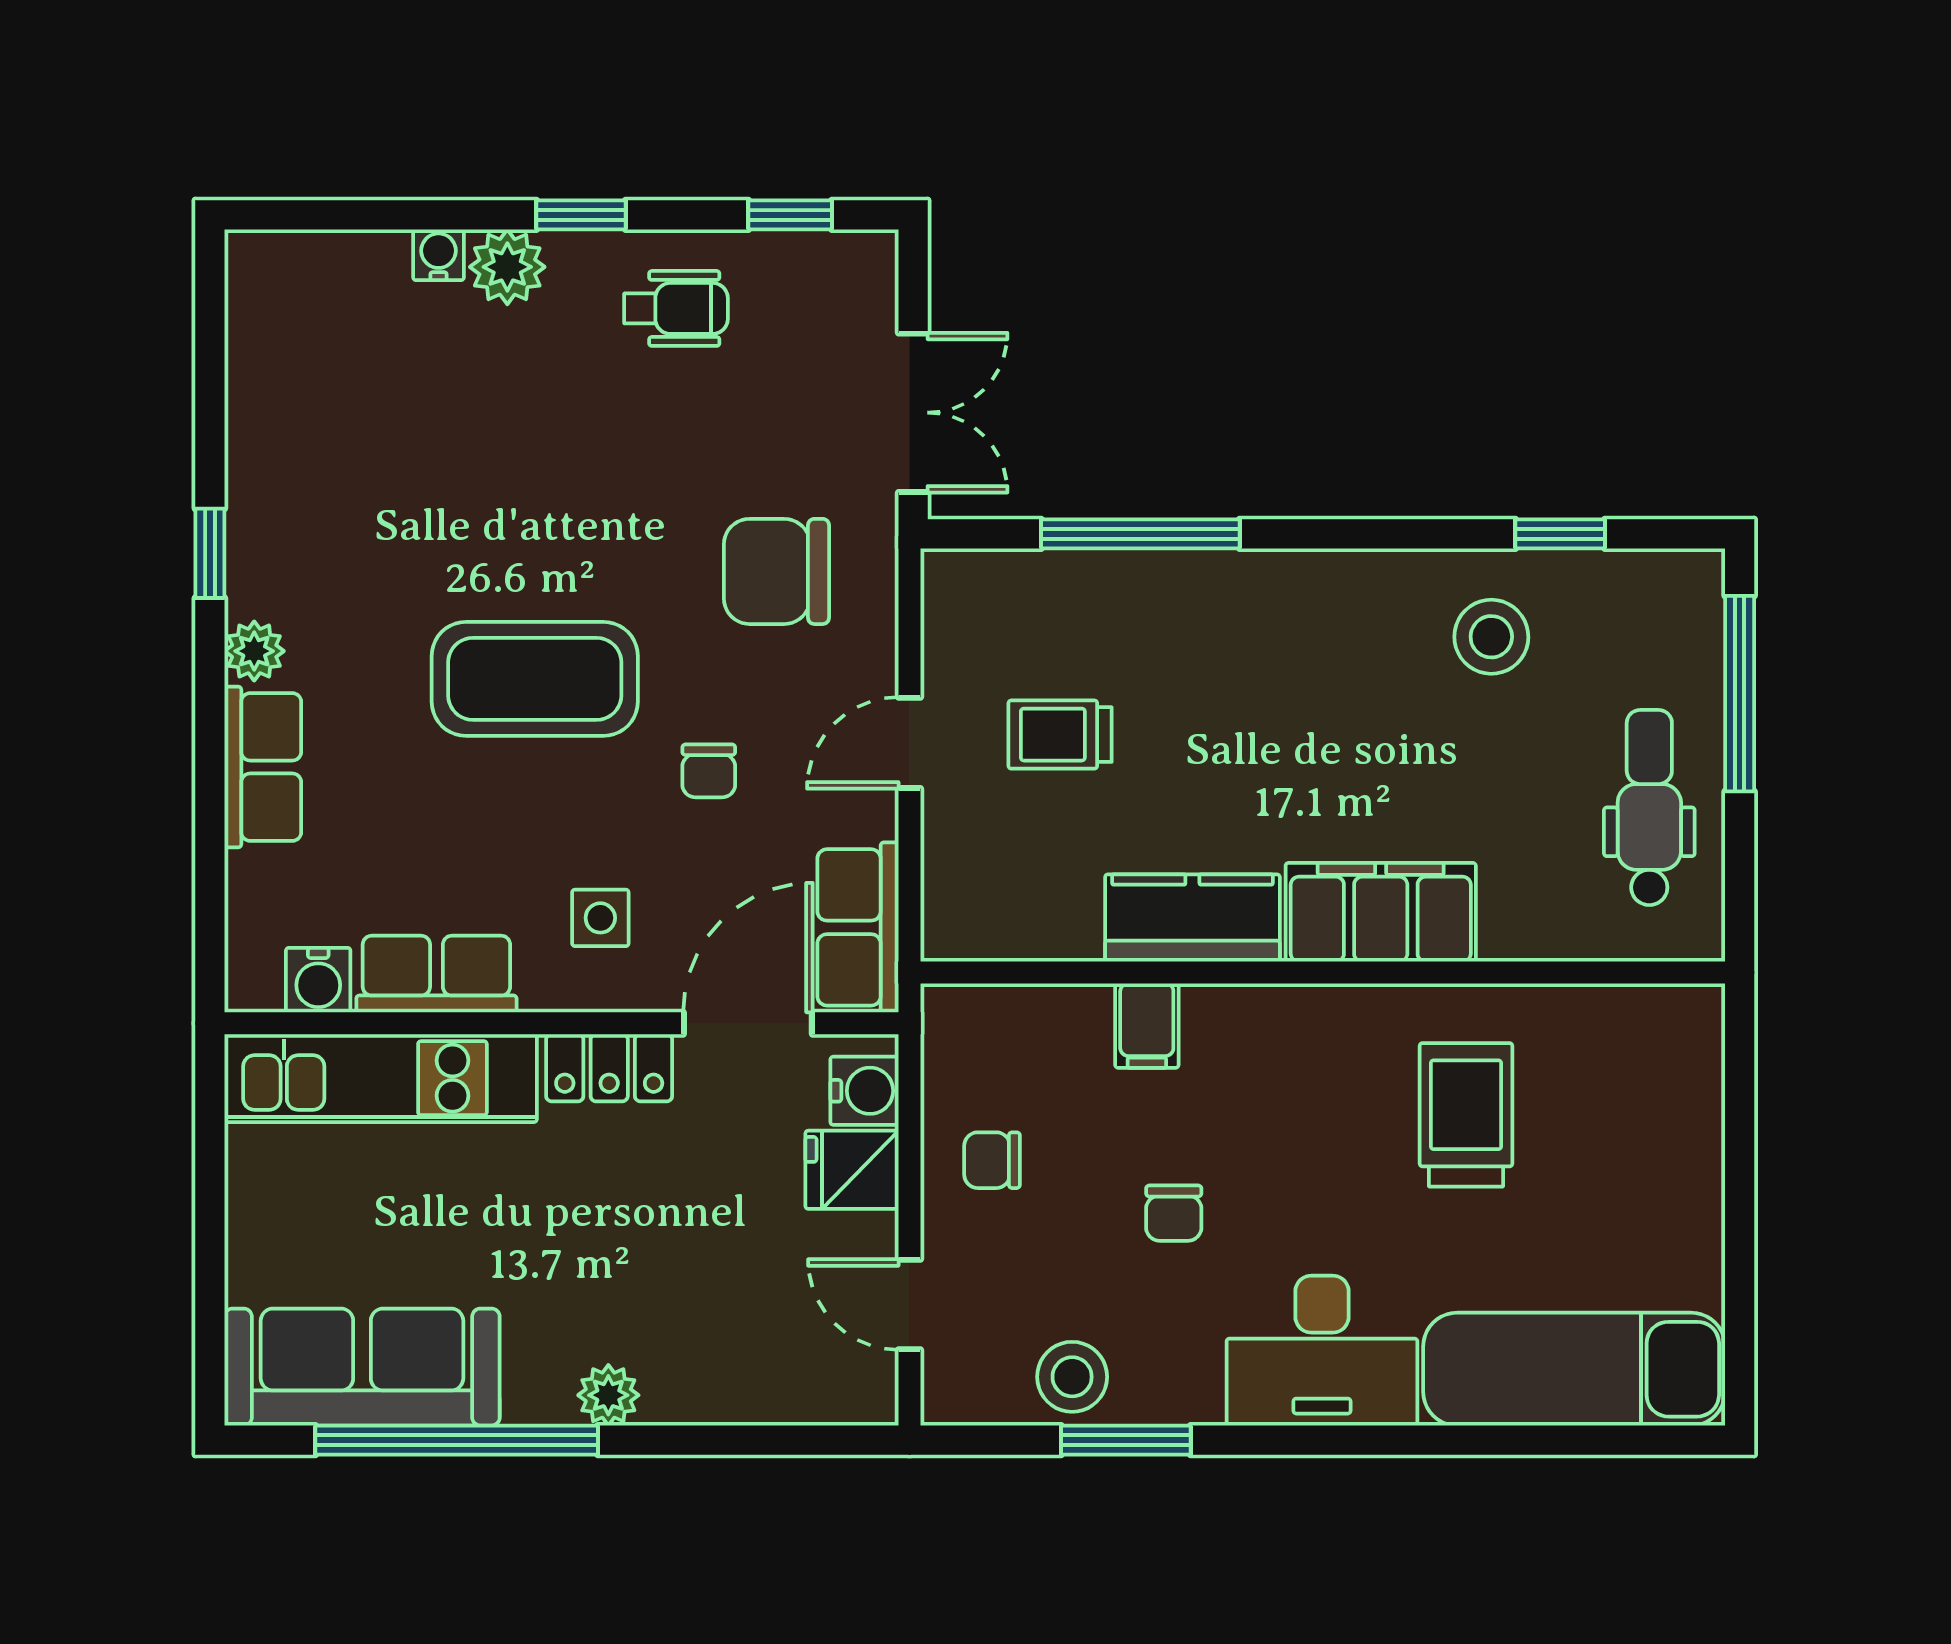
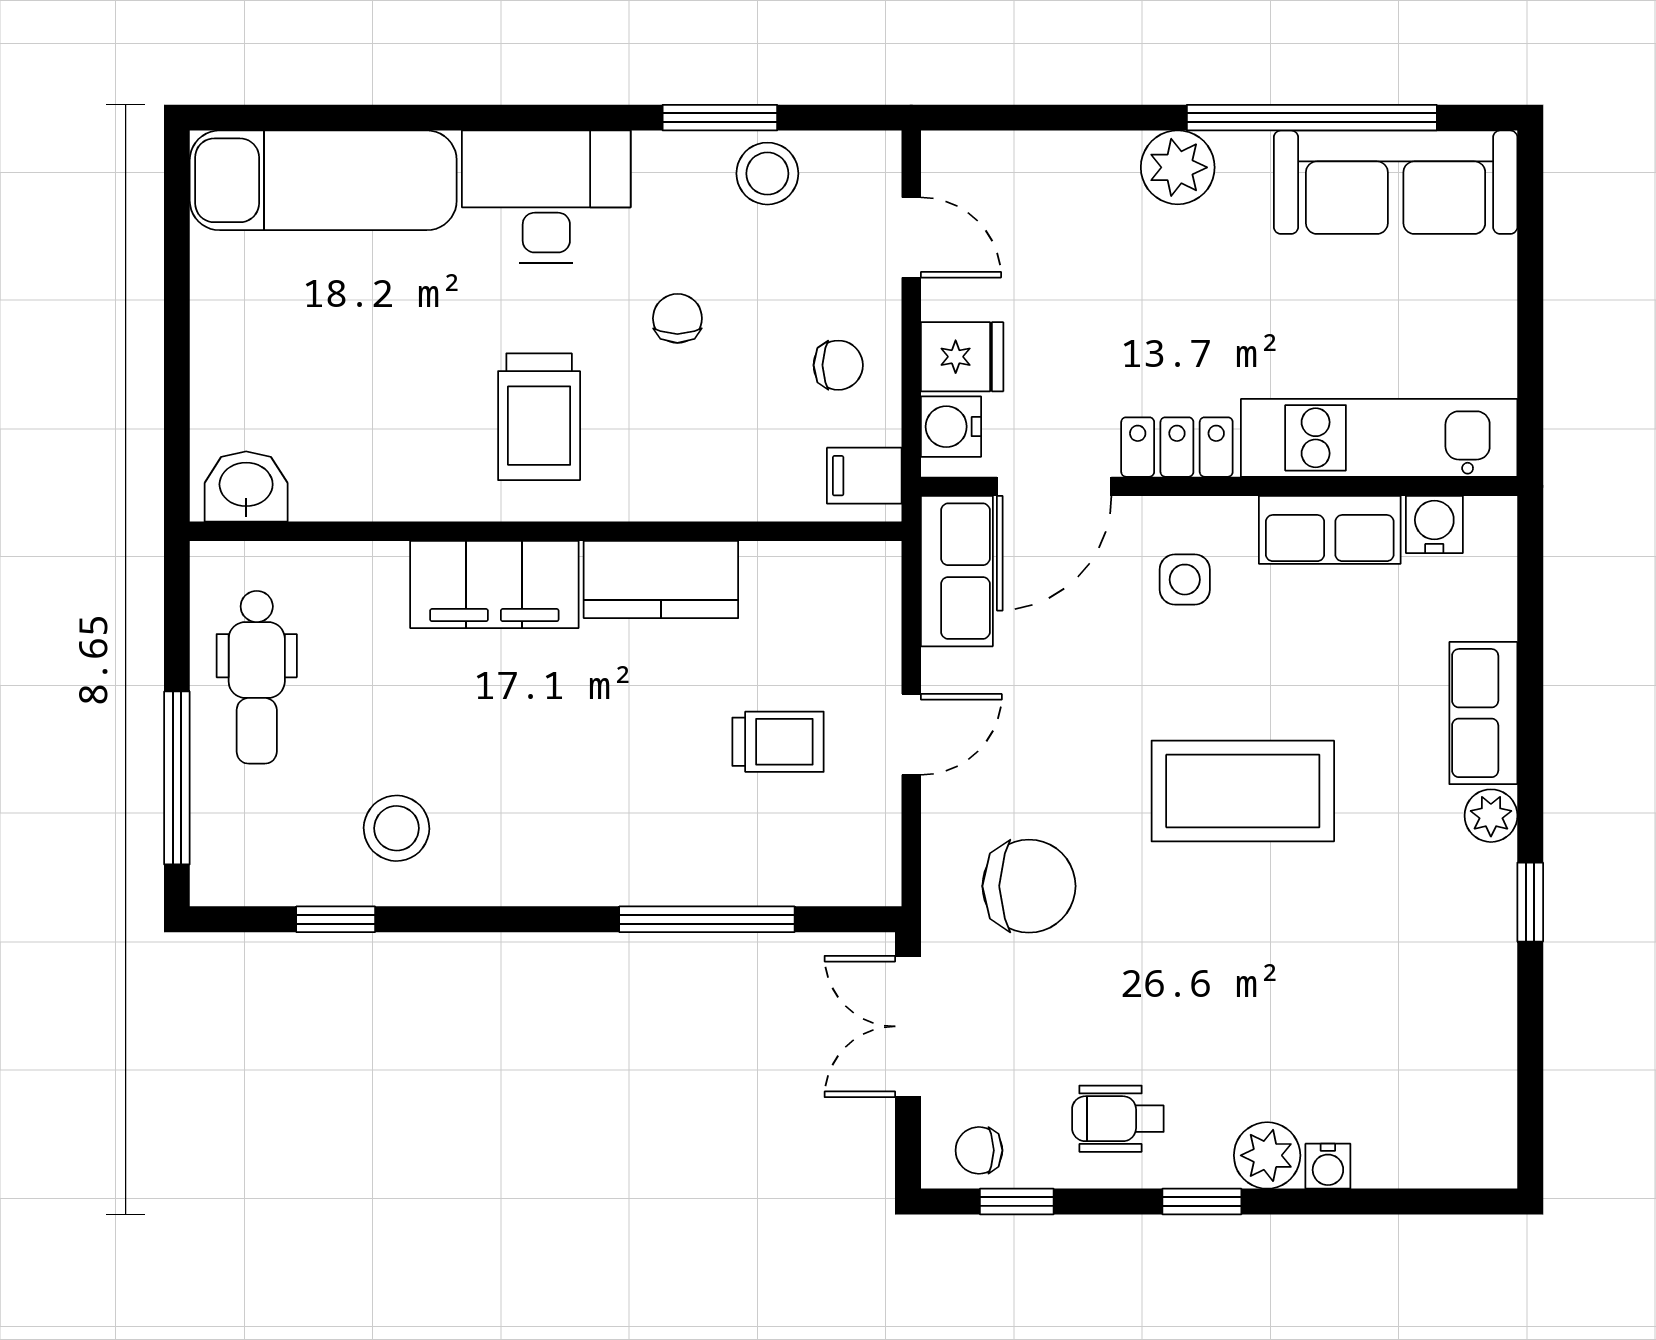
chair: (709, 771) -> (979, 1150), moved, turned -90
washbasin: (1661, 1023) -> (246, 487), added
filing cabinet: (1147, 1026) -> (864, 476), moved, turned -90
trolley: (1466, 1115) -> (539, 417), moved
plant: (608, 1395) -> (1178, 167), width x1.38, depth x1.38

